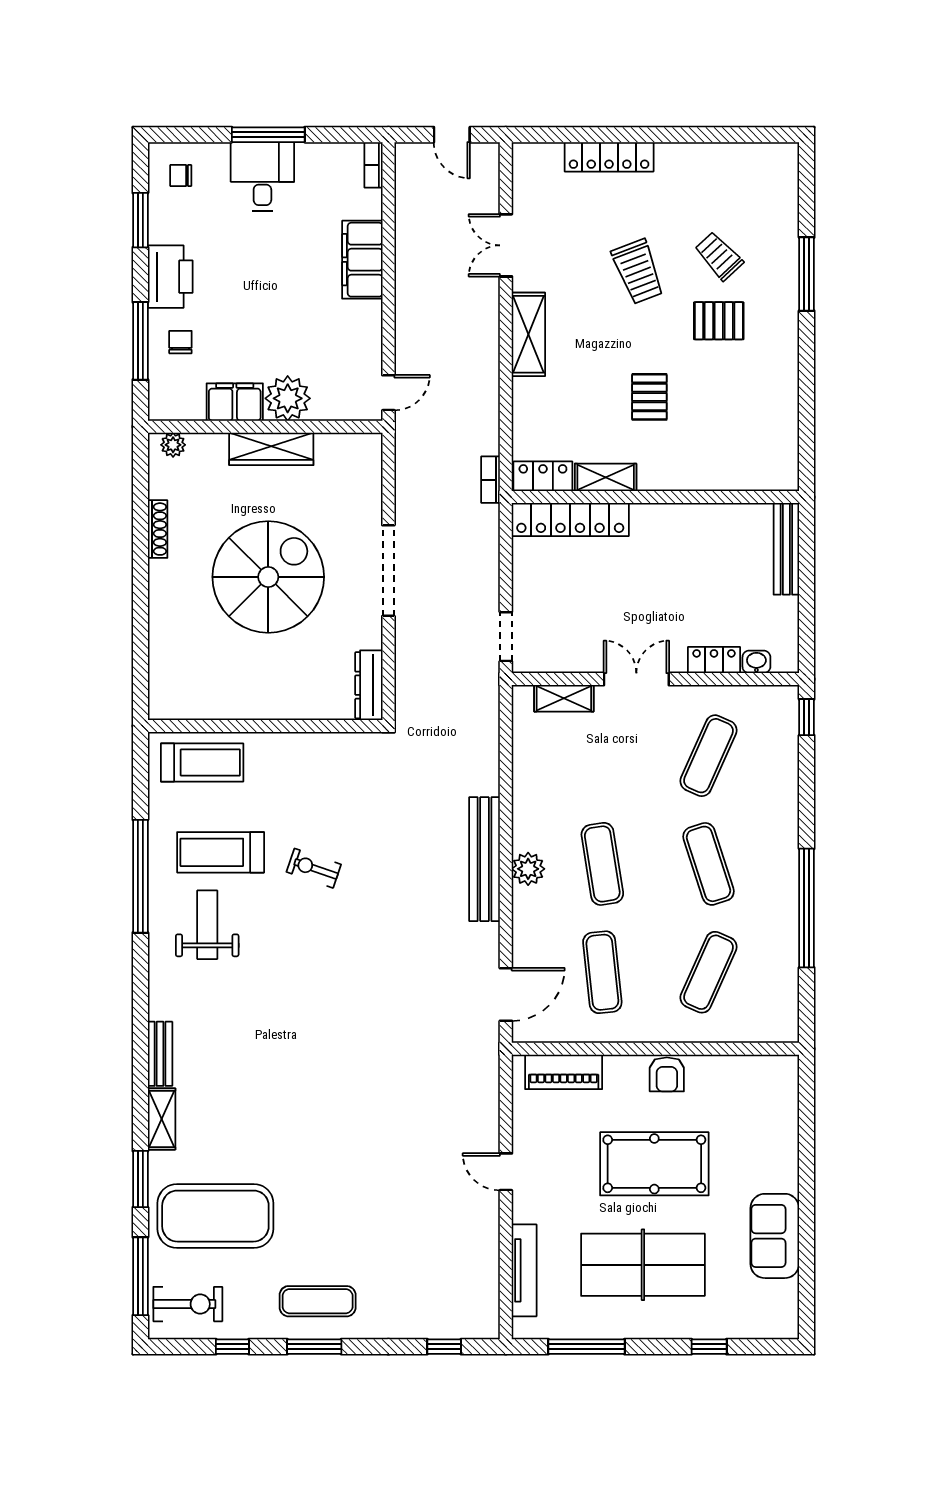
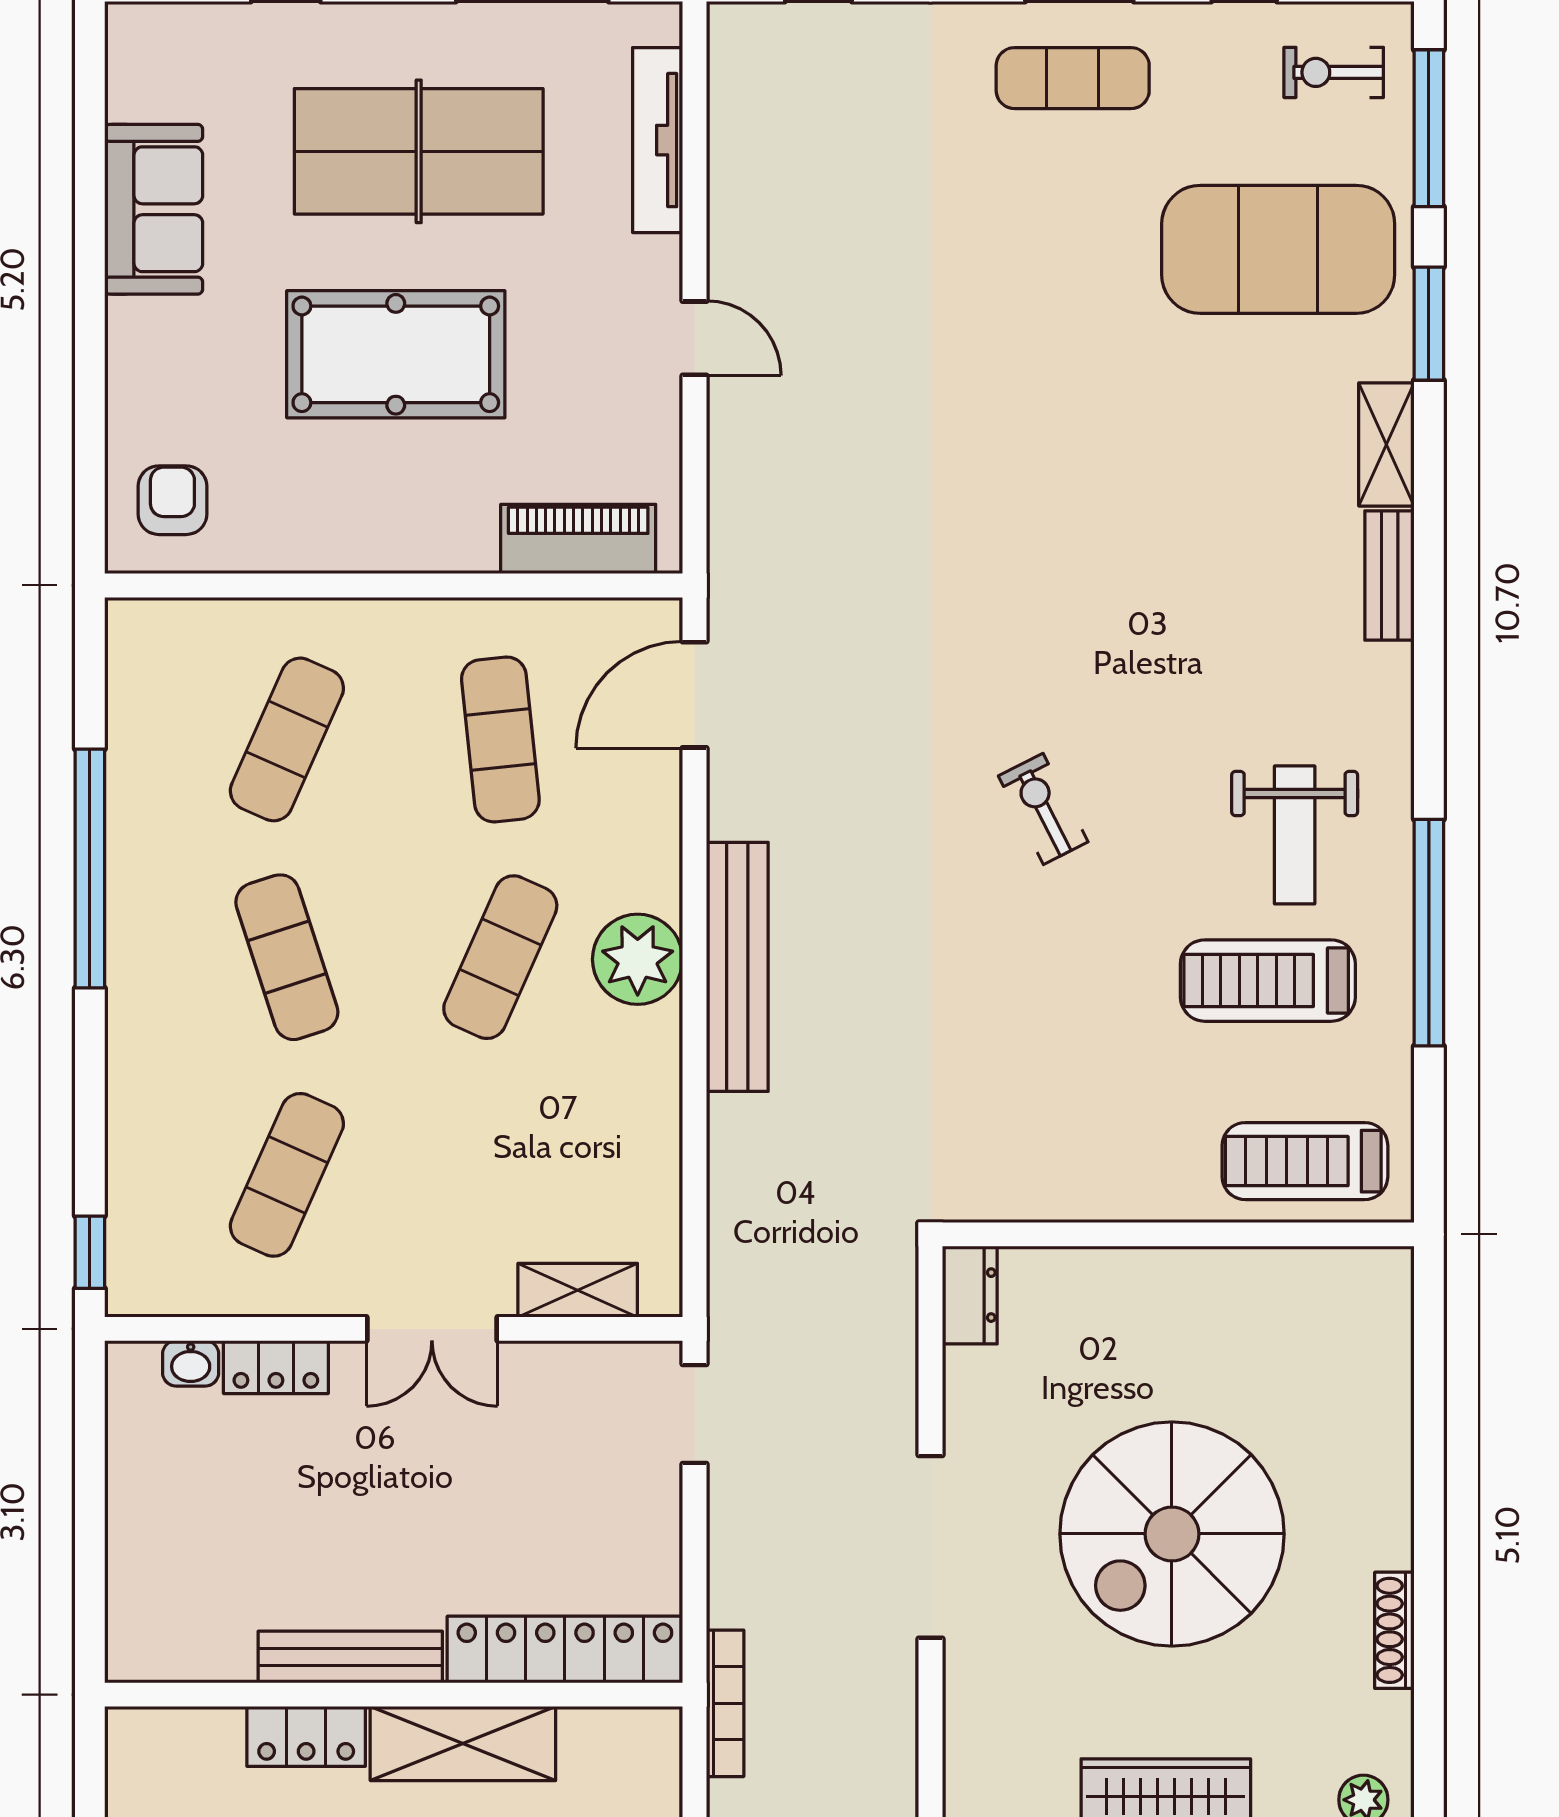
locker: (543, 476) -> (306, 1736), moved
shelving: (606, 477) -> (463, 1743), width x1.50, depth x1.33
bookcase: (491, 480) -> (725, 1703), width x1.56
bench: (786, 549) -> (350, 1657), moved, turned 90
dresser: (369, 685) -> (970, 1295), width x0.70
treadmill: (221, 852) -> (1268, 981), turned 180
exercise mat: (602, 864) -> (500, 957), turned 33
exercise bike: (314, 868) -> (1043, 809), moved, turned -136
plant: (528, 869) -> (638, 959), width x1.36, depth x1.36
armchair: (667, 1074) -> (172, 500), moved
exercise bike: (188, 1304) -> (1334, 72), width x0.73, depth x0.72

